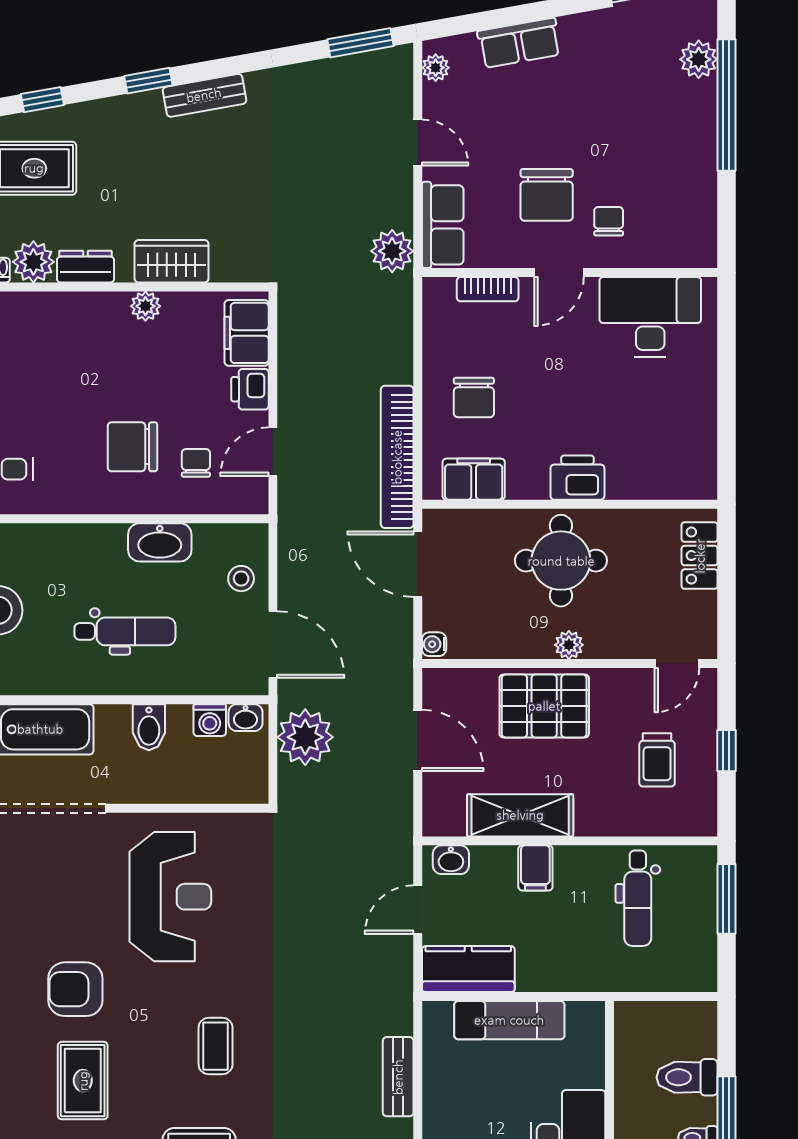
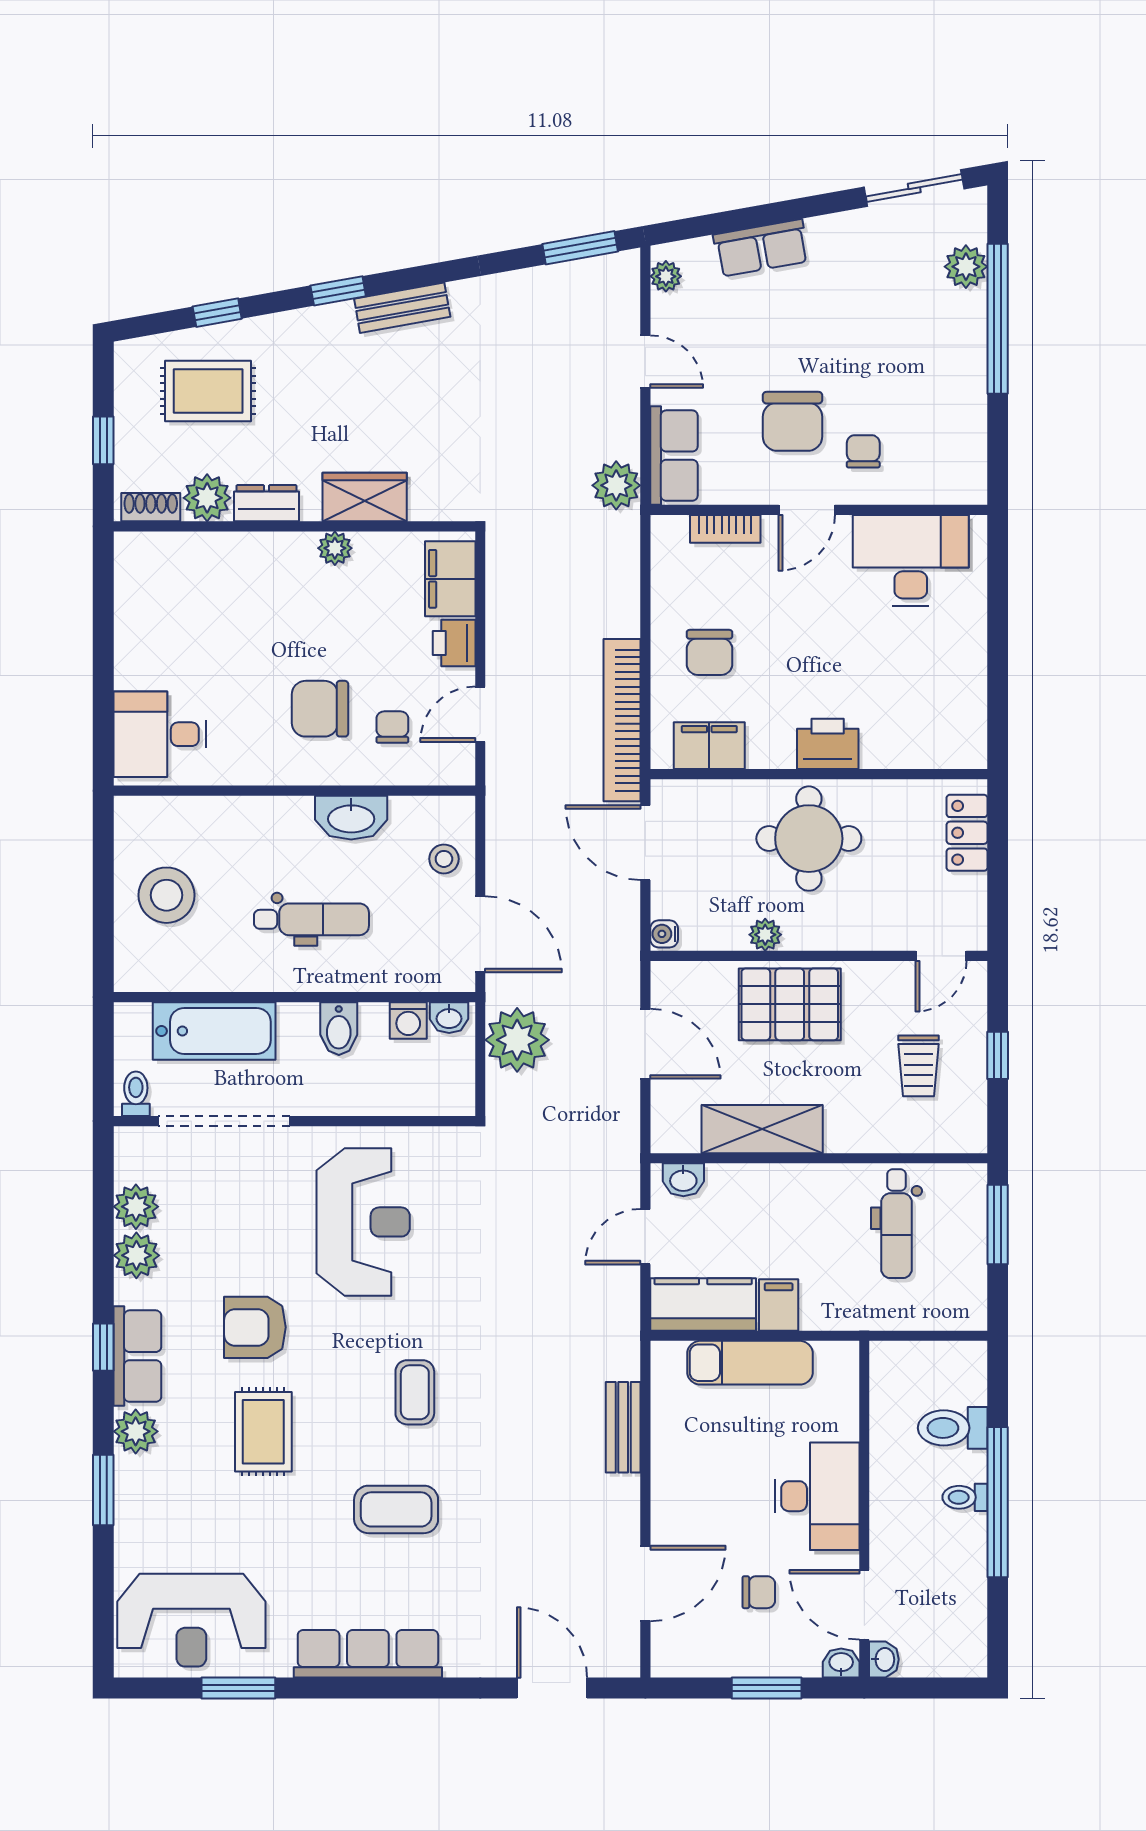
plant: (569, 645) -> (765, 935), moved
filing cabinet: (535, 868) -> (779, 1305), moved, turned 180

